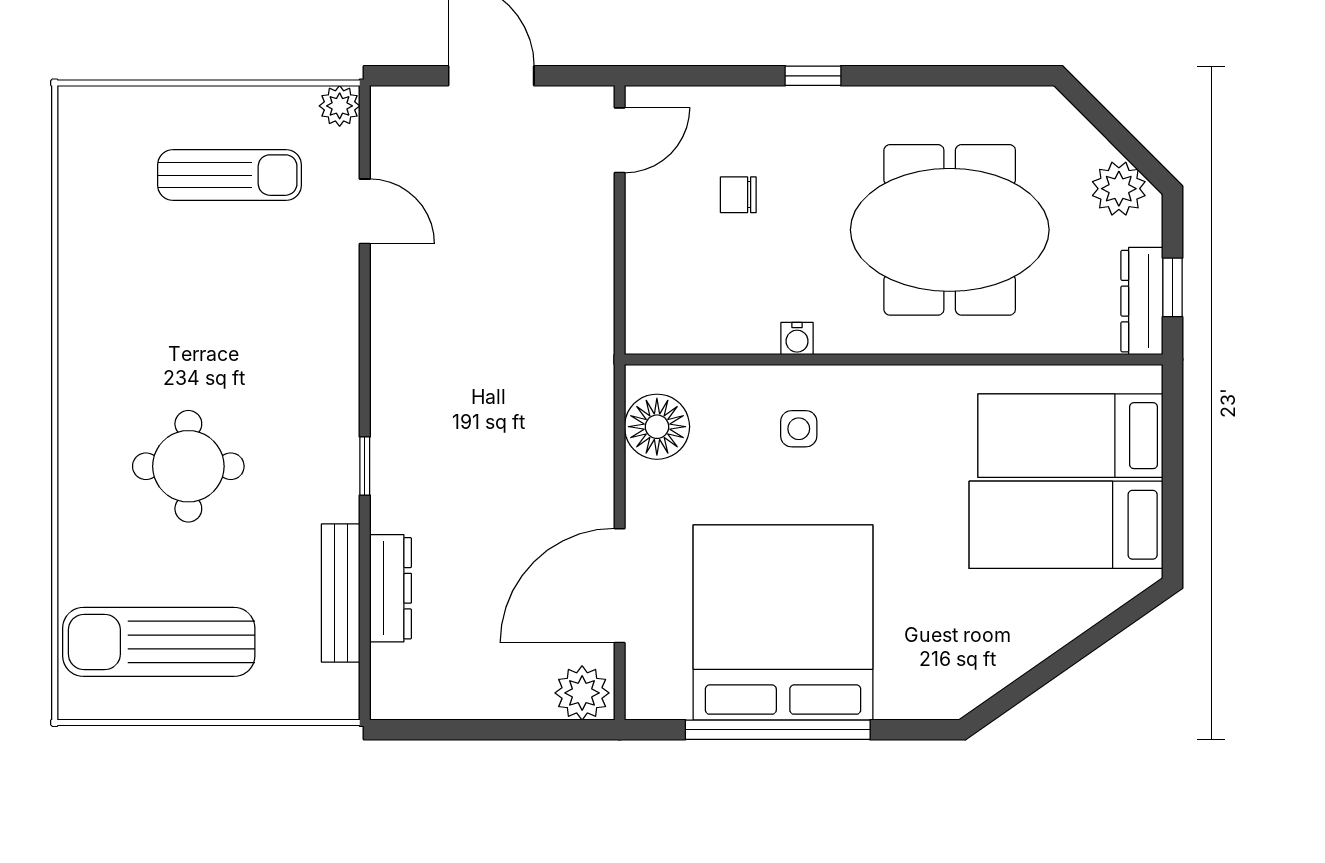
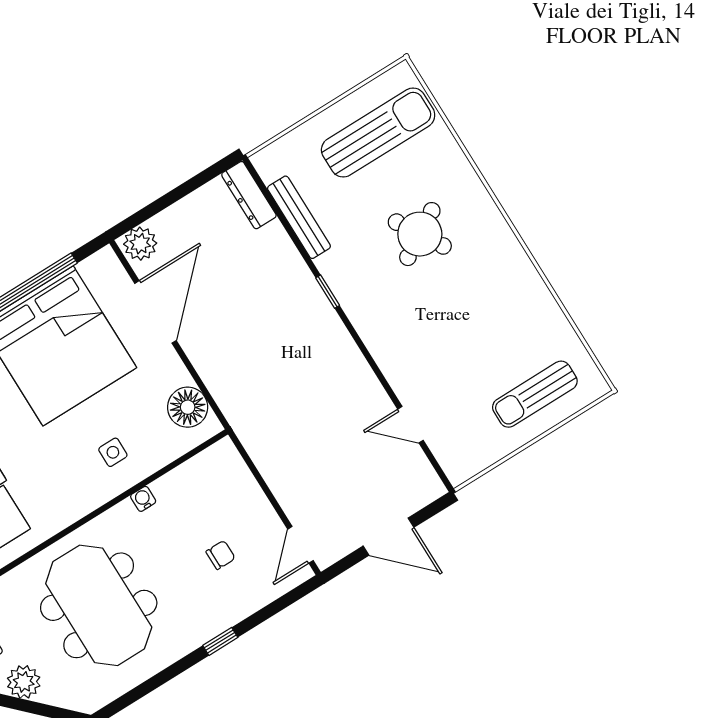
plant: (340, 106) -> (458, 472), removed
sun lounger: (229, 175) -> (535, 394), moved
meeting table: (950, 230) -> (99, 605), turned 90
round table: (188, 466) -> (420, 234), turned -31
dresser: (391, 588) -> (249, 195), moved

